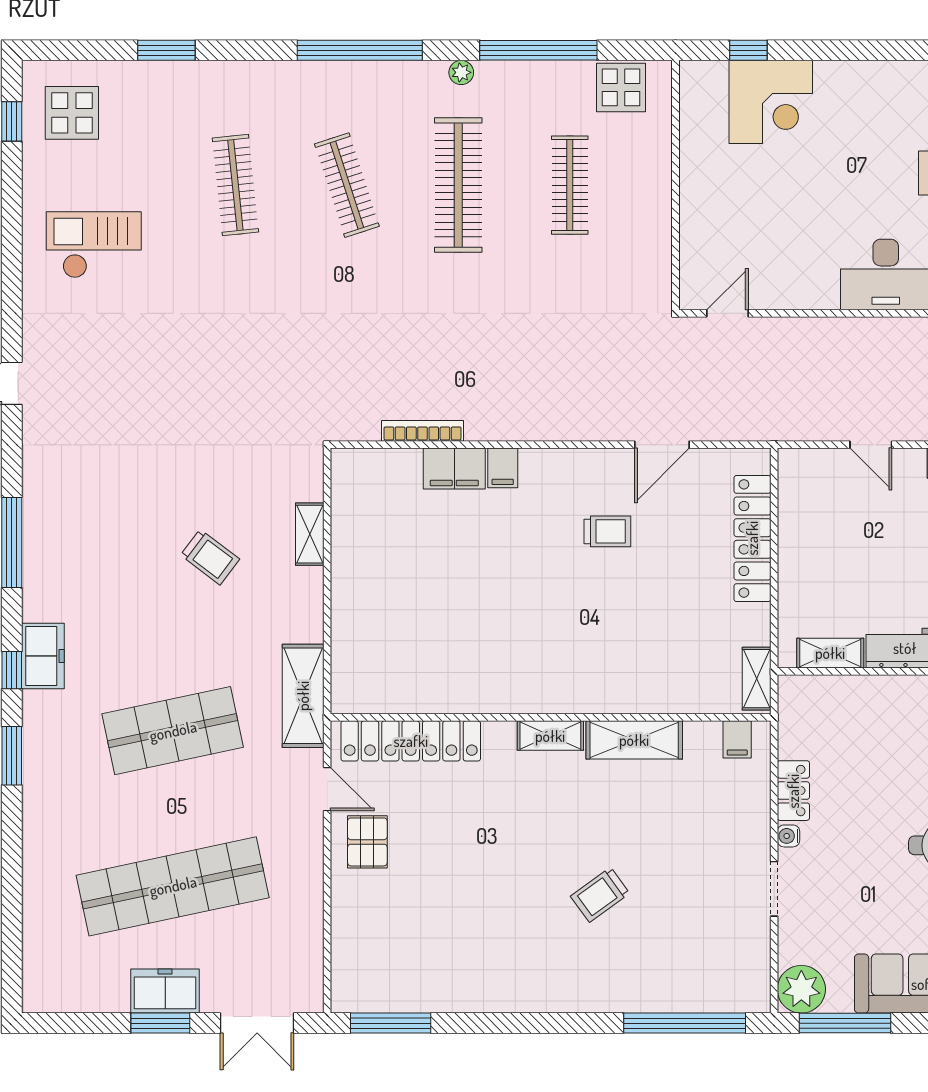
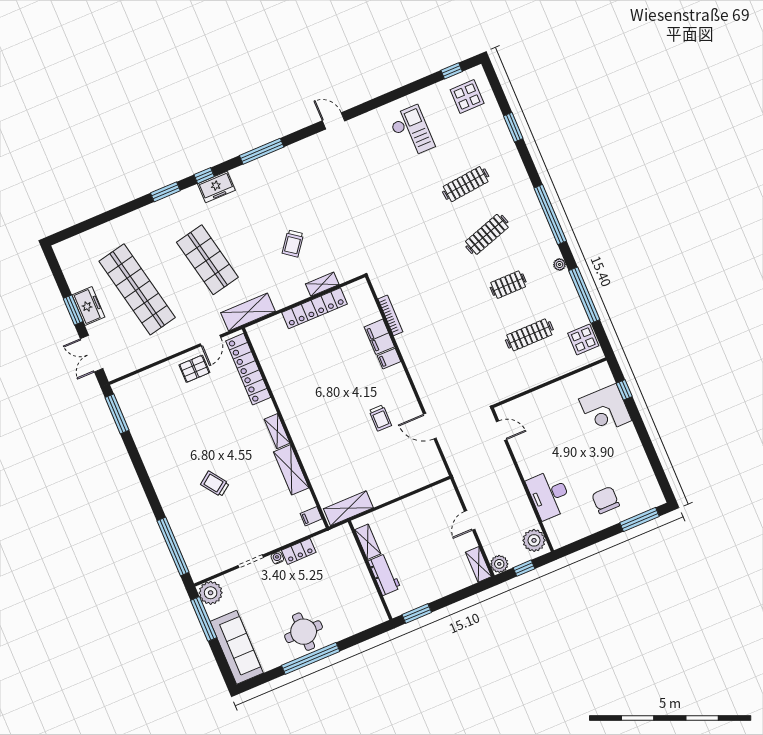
clothes rail: (458, 185) -> (508, 285), width x0.54, depth x0.76
locker: (752, 538) -> (314, 308), moved, turned 180
shelving: (757, 679) -> (348, 508), width x1.50, depth x1.33

